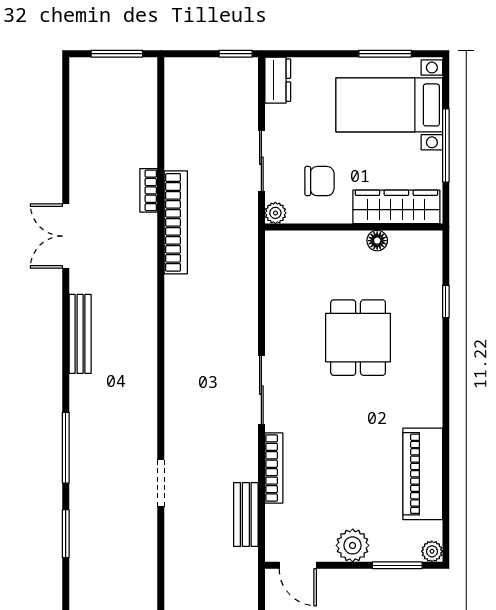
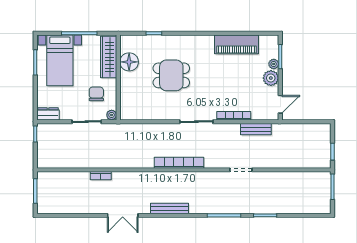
bookcase: (176, 222) -> (179, 163), moved
floor lamp: (377, 241) -> (129, 62), width x1.89, depth x1.89
plant: (432, 551) -> (274, 64), moved

